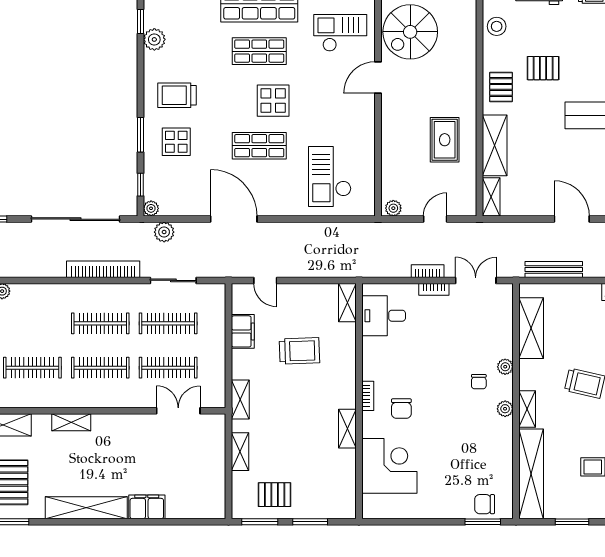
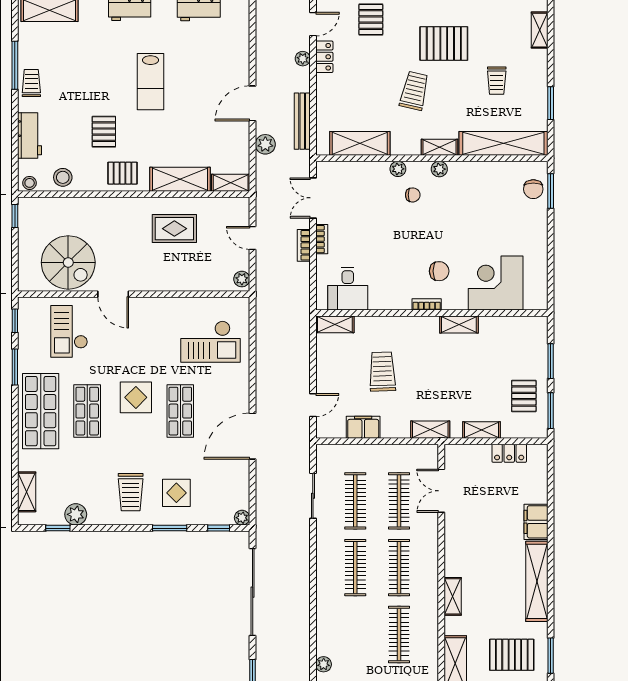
plant: (164, 232) -> (265, 144), moved
bookcase: (103, 269) -> (302, 565), removed
locker: (216, 480) -> (509, 453), added

